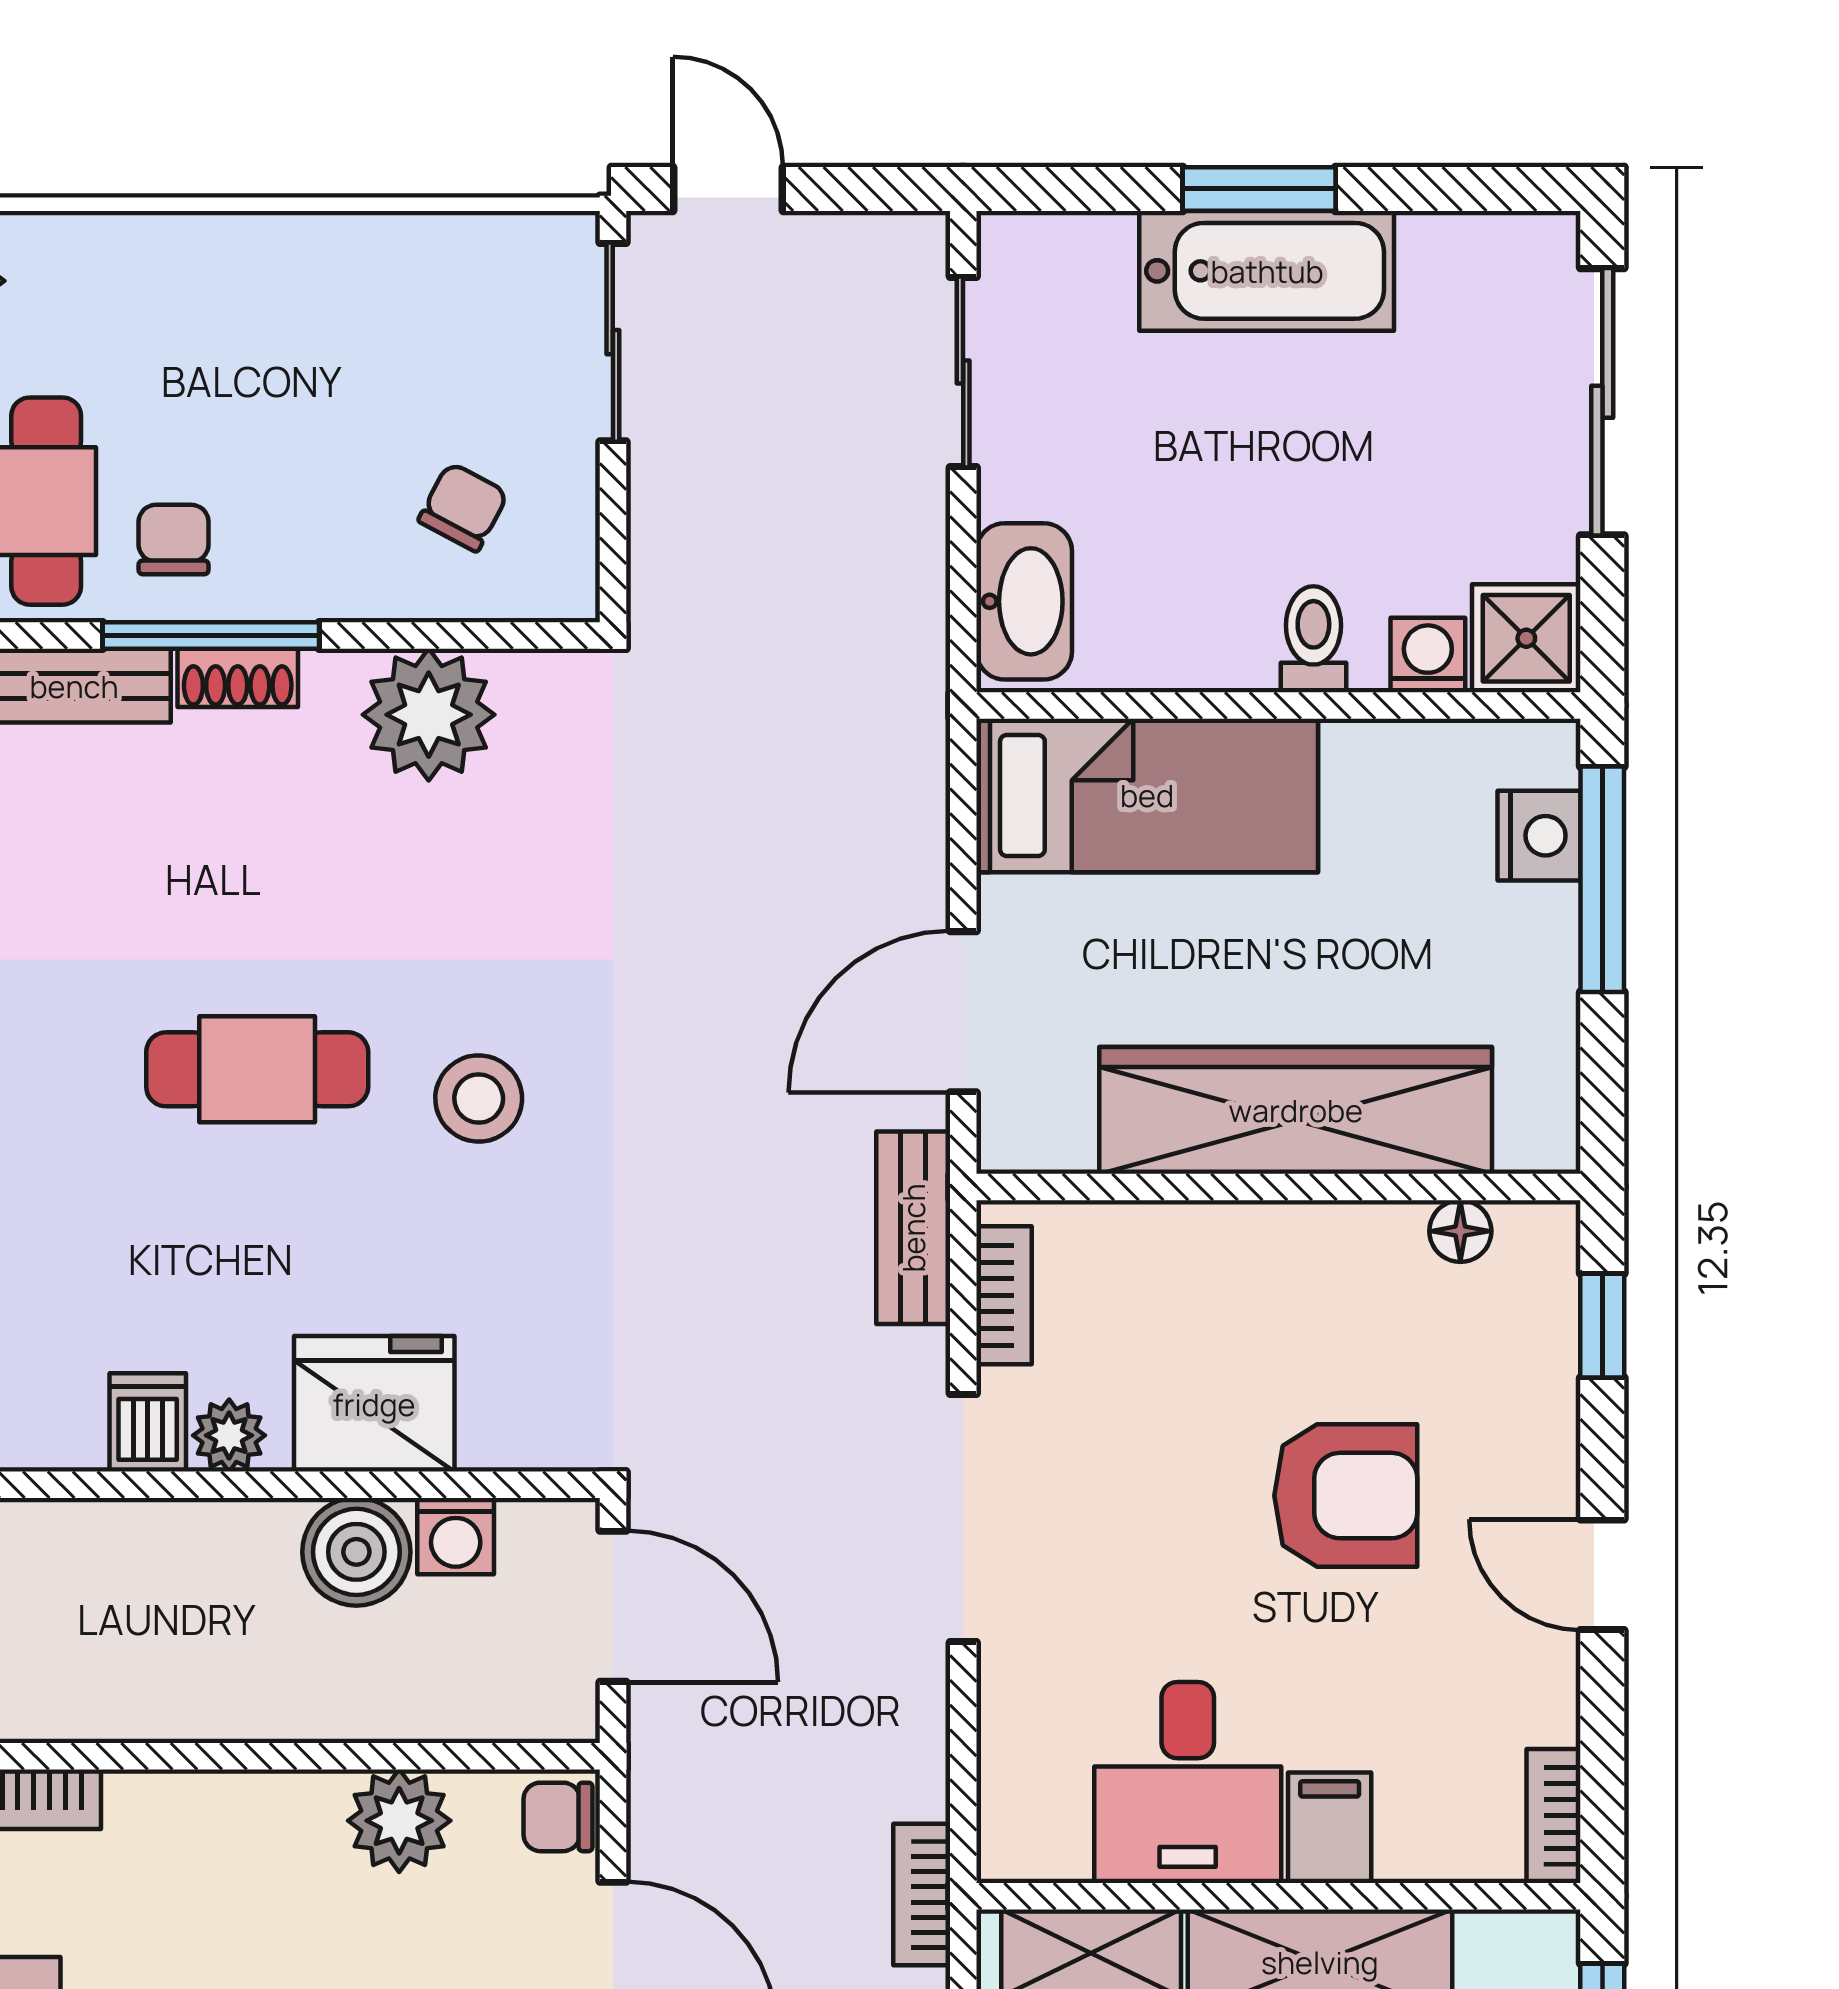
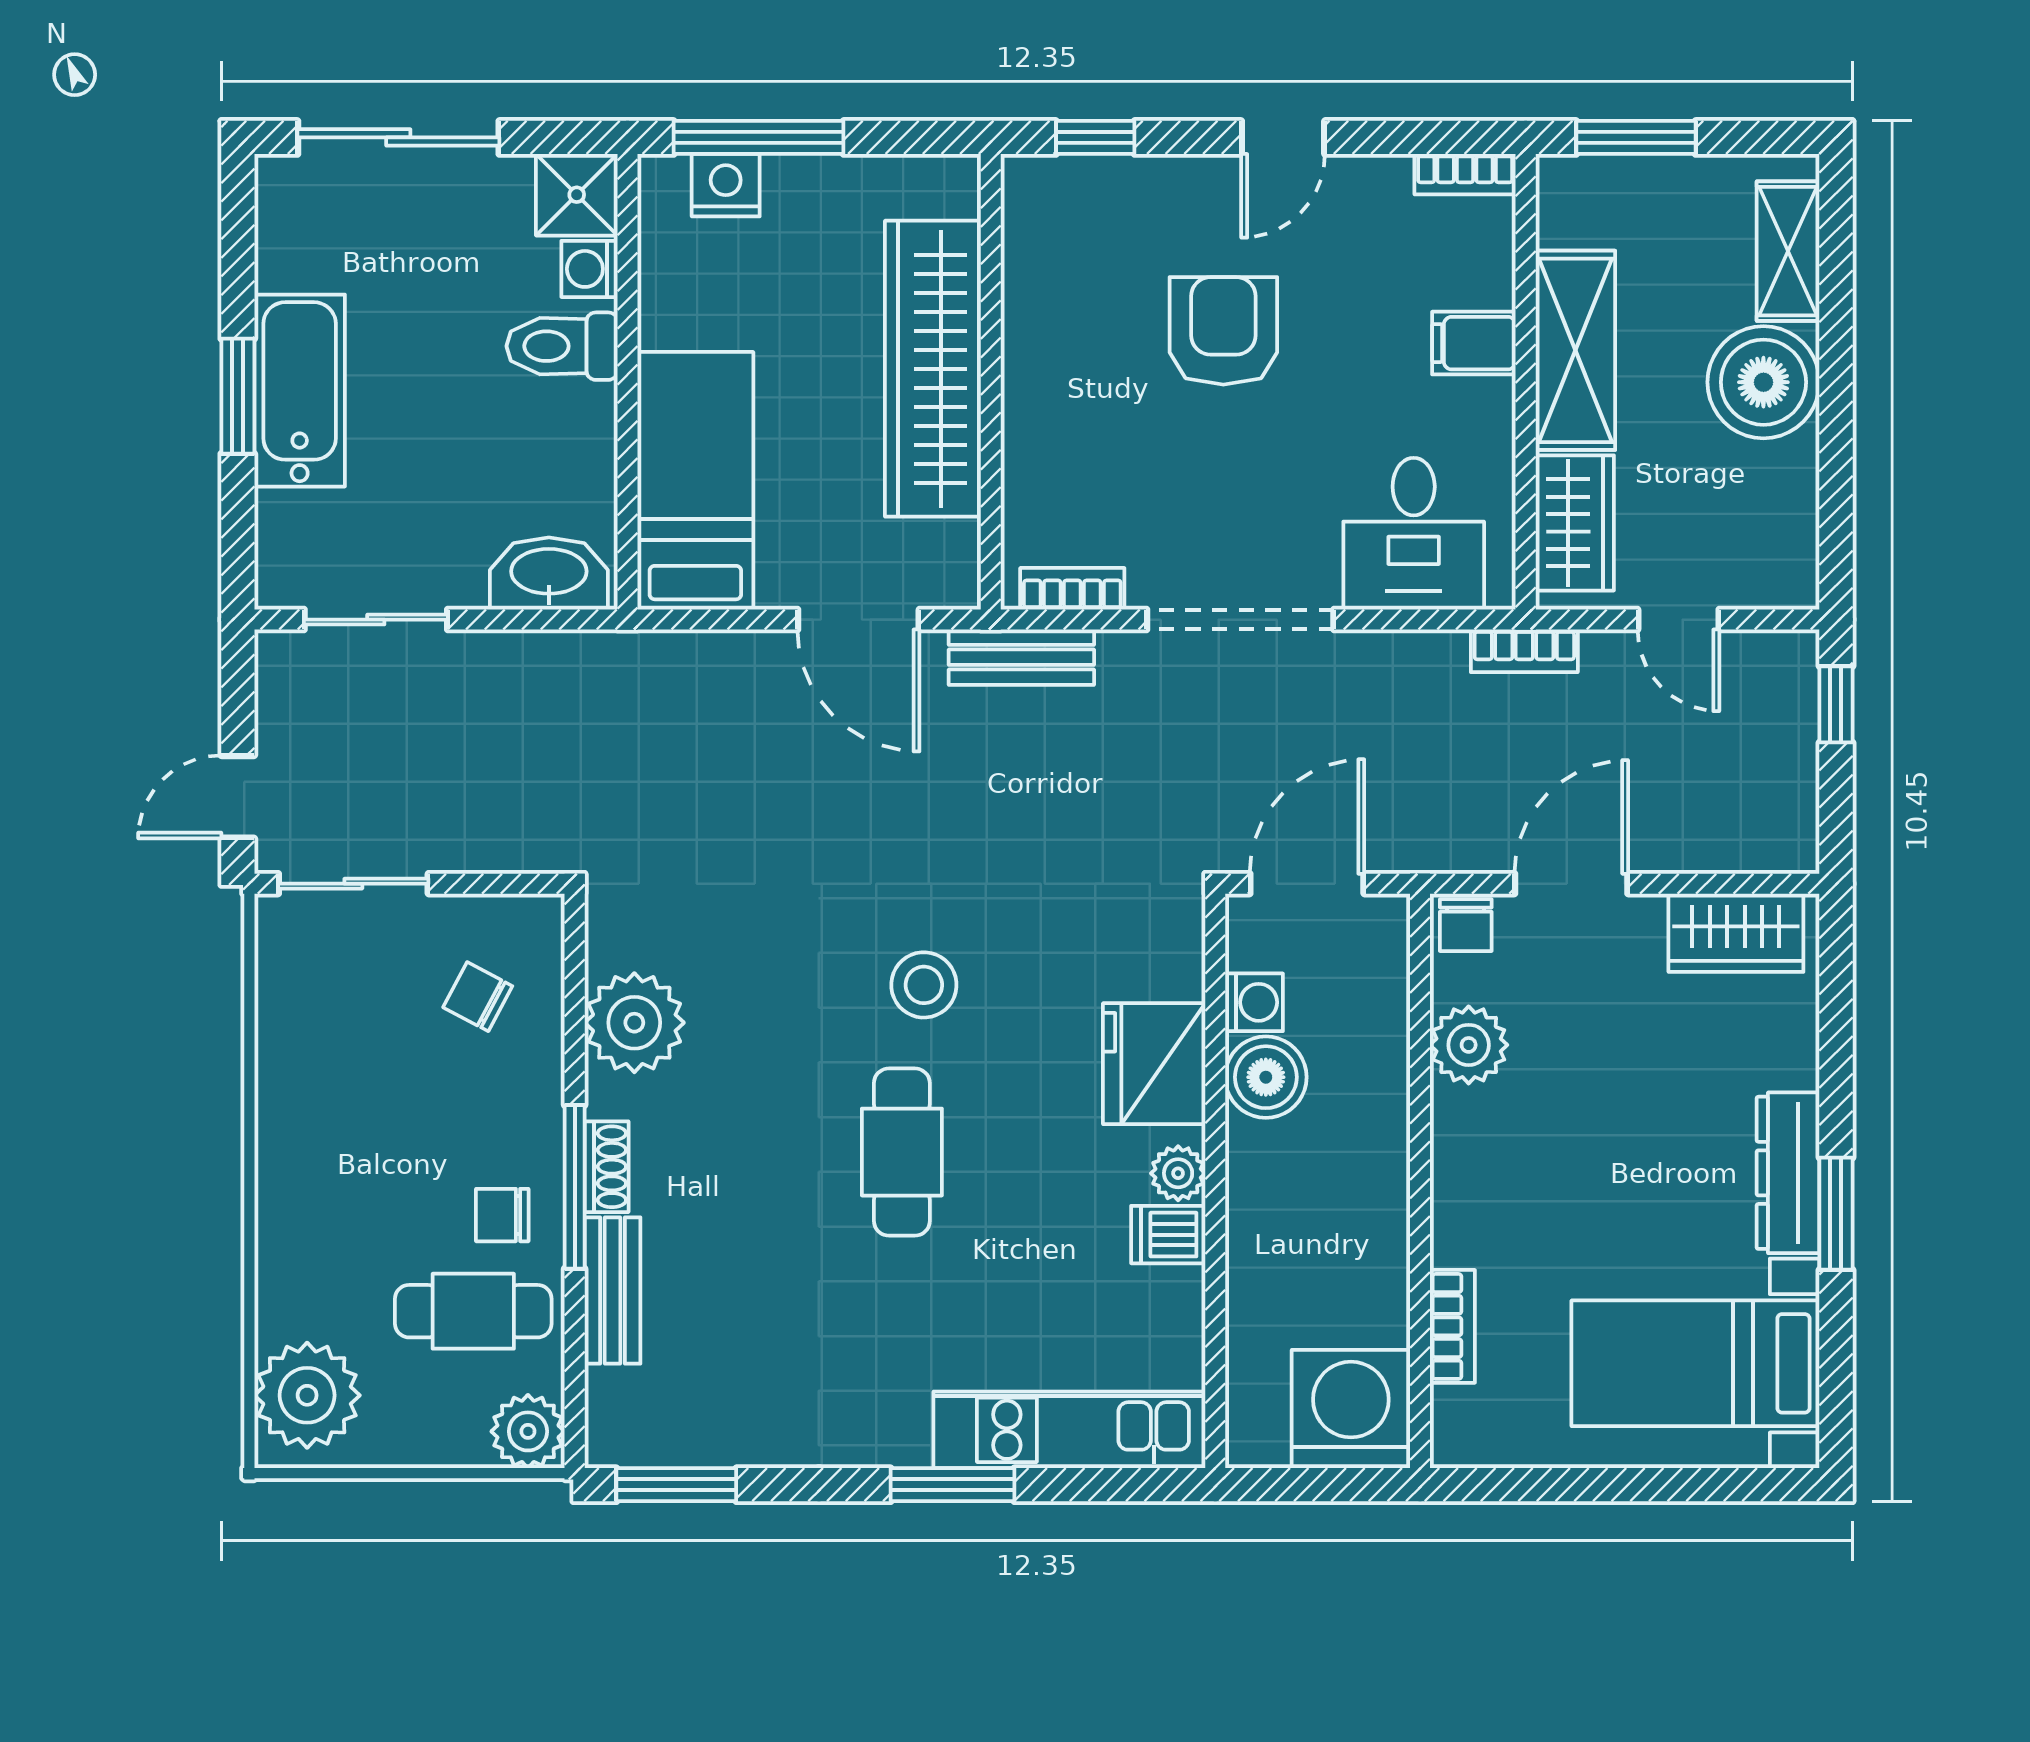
toilet: (1313, 639) -> (562, 346), width x1.37, depth x1.39
floor lamp: (1460, 1231) -> (1024, 244), removed
desk: (1188, 1782) -> (1414, 534), moved, turned 90

